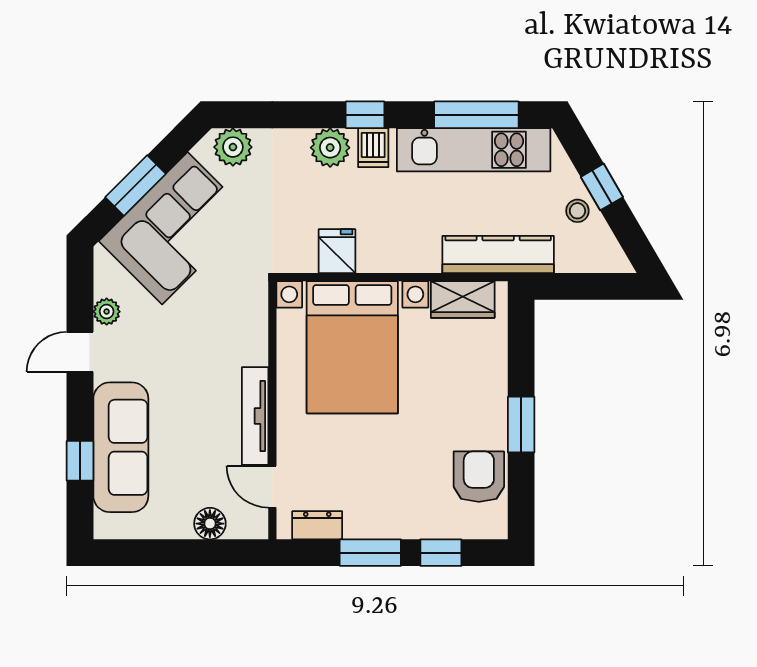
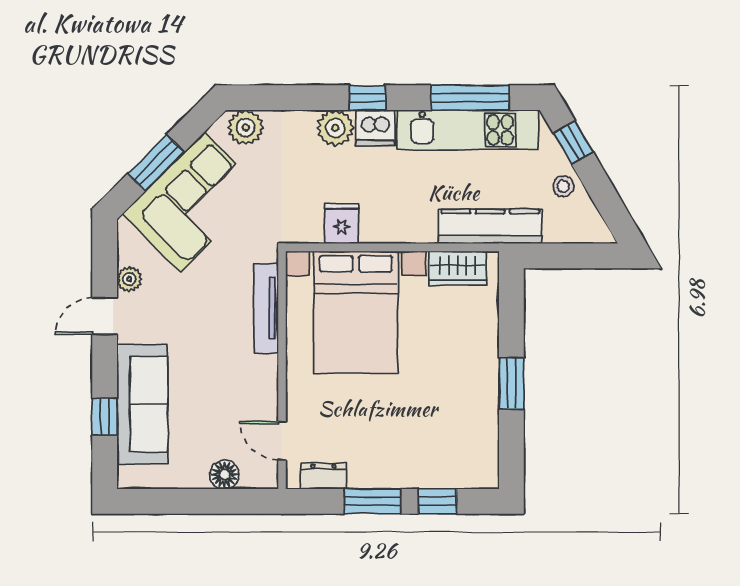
dishwasher: (373, 148) -> (375, 128), width x1.38
window: (602, 187) -> (573, 143), moved
tv unit: (255, 416) -> (266, 308), moved
armchair: (479, 477) -> (472, 431), removed

